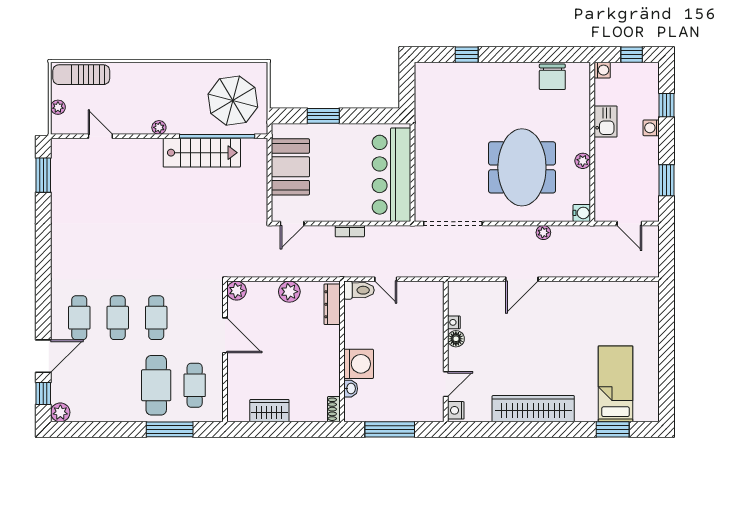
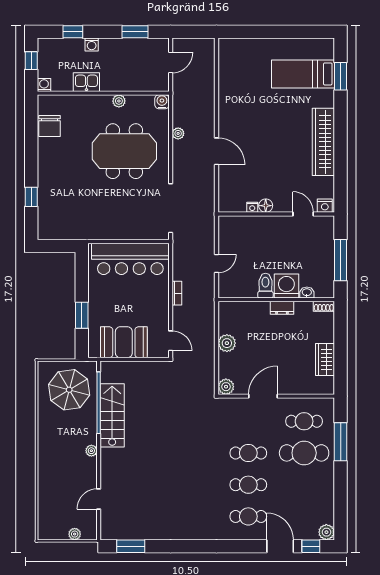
sun lounger: (81, 75) -> (48, 515), removed
chair: (552, 77) -> (50, 126), turned 90
toilet: (359, 290) -> (265, 286), moved
dresser: (332, 304) -> (282, 308), moved, width x0.70

